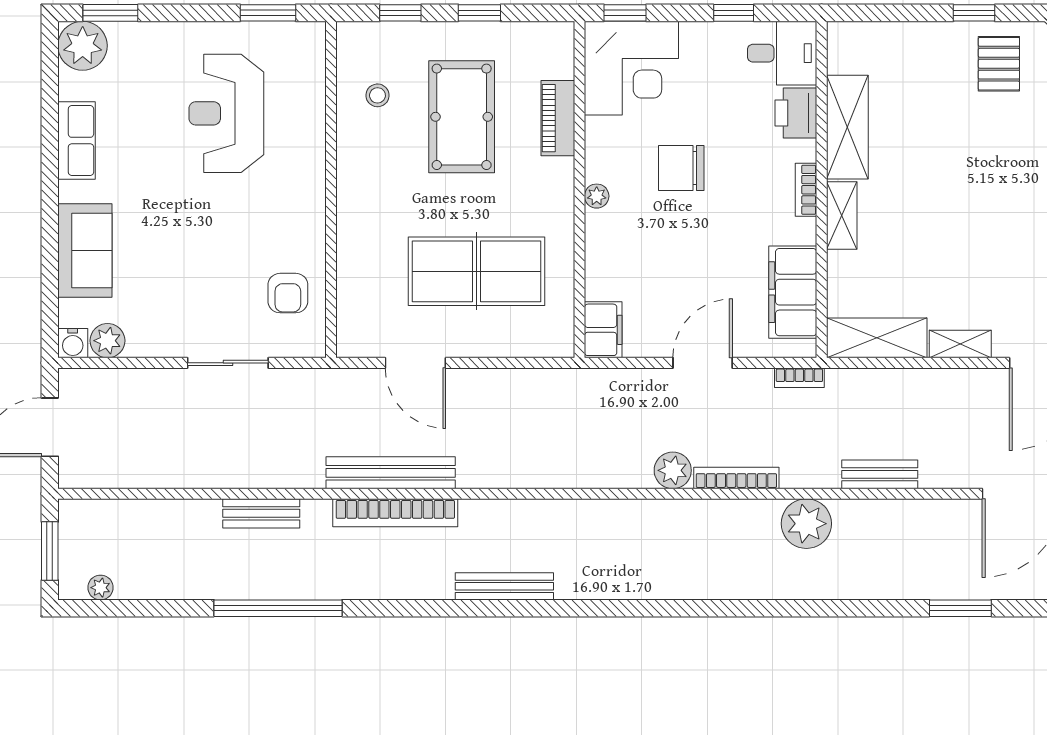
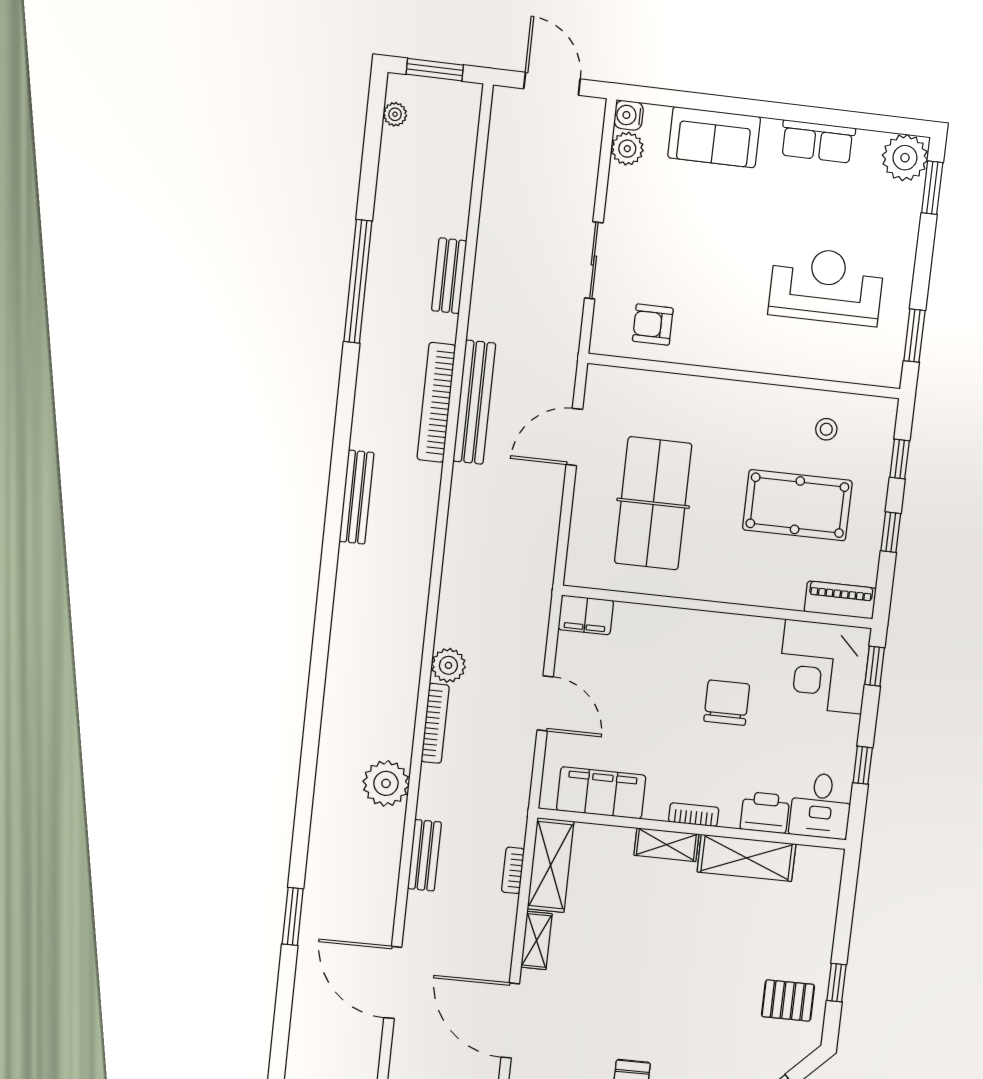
piano: (558, 118) -> (840, 600), moved
plant: (597, 196) -> (710, 622), removed
bookcase: (799, 378) -> (513, 870), moved

